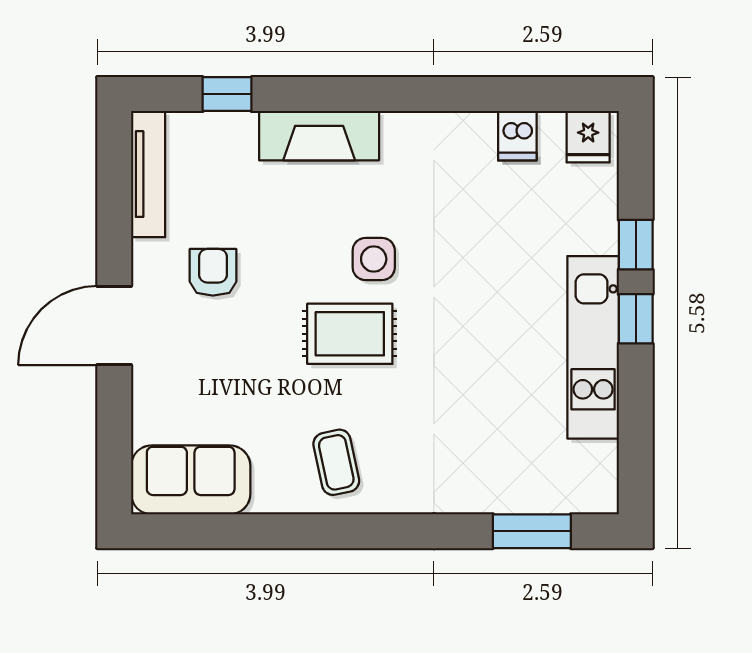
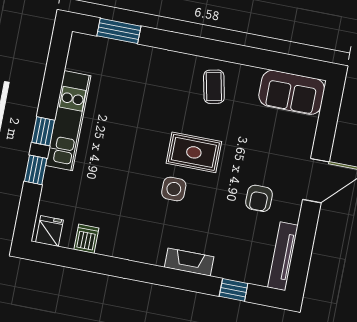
fireplace: (319, 136) -> (189, 262), width x0.73, depth x0.76

